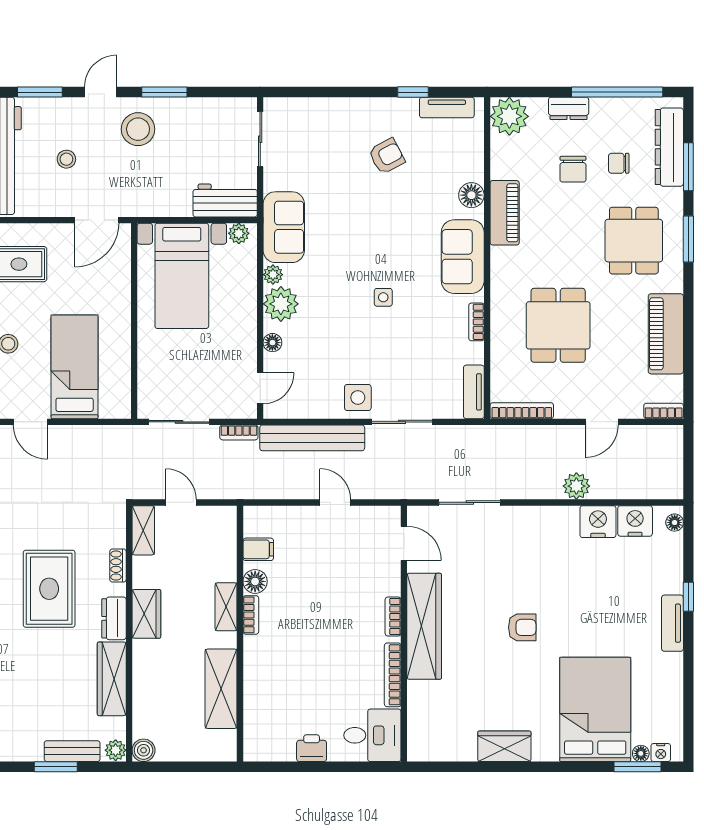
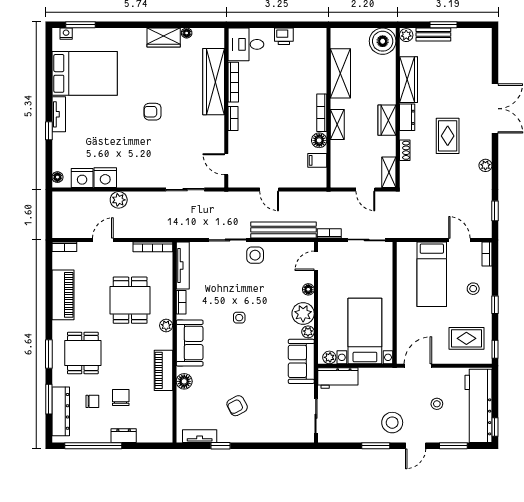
plant: (509, 116) -> (166, 326), moved, width x0.53, depth x0.53
tv unit: (474, 392) -> (183, 265), width x1.41
rug: (49, 589) -> (448, 136), width x0.73, depth x0.70
bookcase: (251, 615) -> (322, 113), width x1.56
wardrobe: (424, 626) -> (214, 82), moved
bed: (595, 709) -> (85, 73), moved, turned -90
boiler: (144, 750) -> (383, 41), width x1.86, depth x1.86
floor lamp: (641, 753) -> (187, 33), moved

